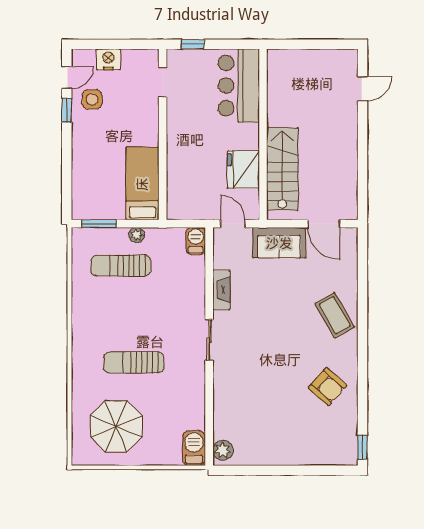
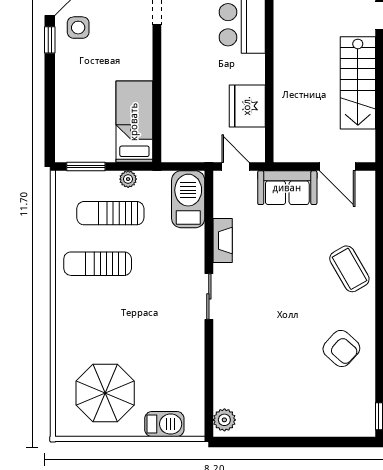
stairs: (282, 169) -> (358, 83), moved, turned 180
barbecue: (196, 241) -> (188, 199), width x1.88, depth x1.53
sun lounger: (134, 362) -> (98, 264), moved
barbecue: (194, 448) -> (164, 424), moved, turned 90

